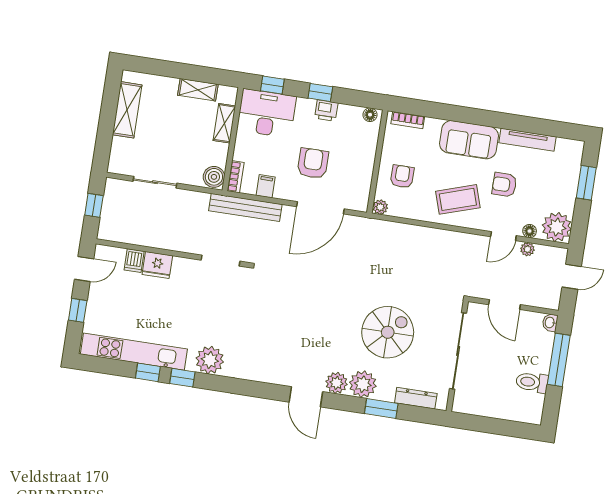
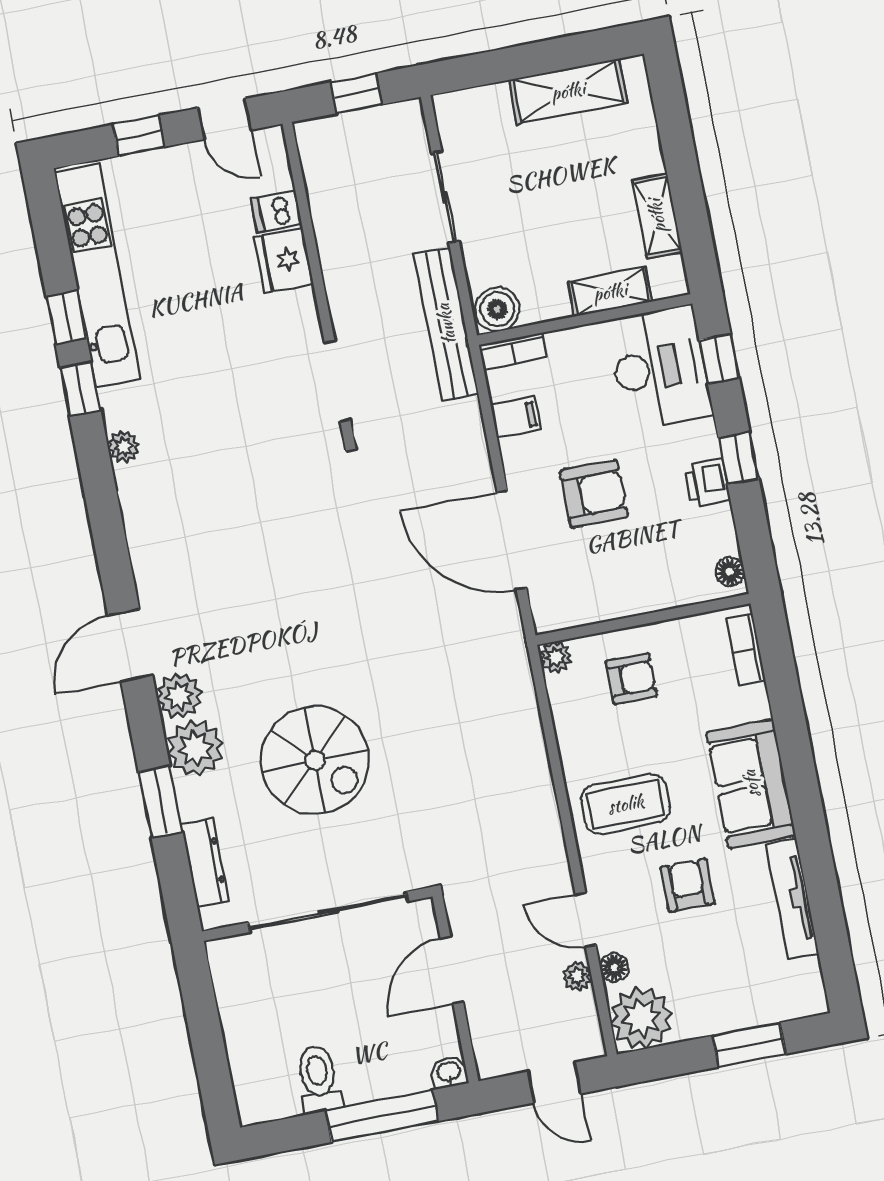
coffee table: (458, 199) -> (626, 804), turned -72
bench: (245, 207) -> (446, 324), moved
plant: (210, 360) -> (124, 447), width x0.53, depth x0.53

